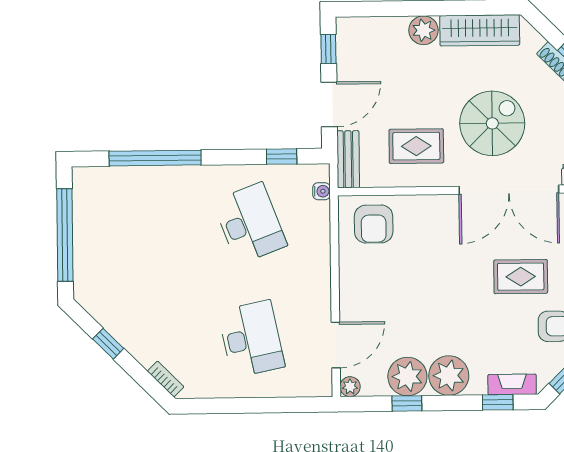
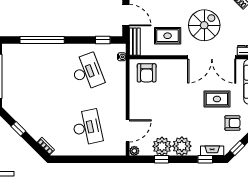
door: (329, 104) -> (126, 15), hinge flipped

